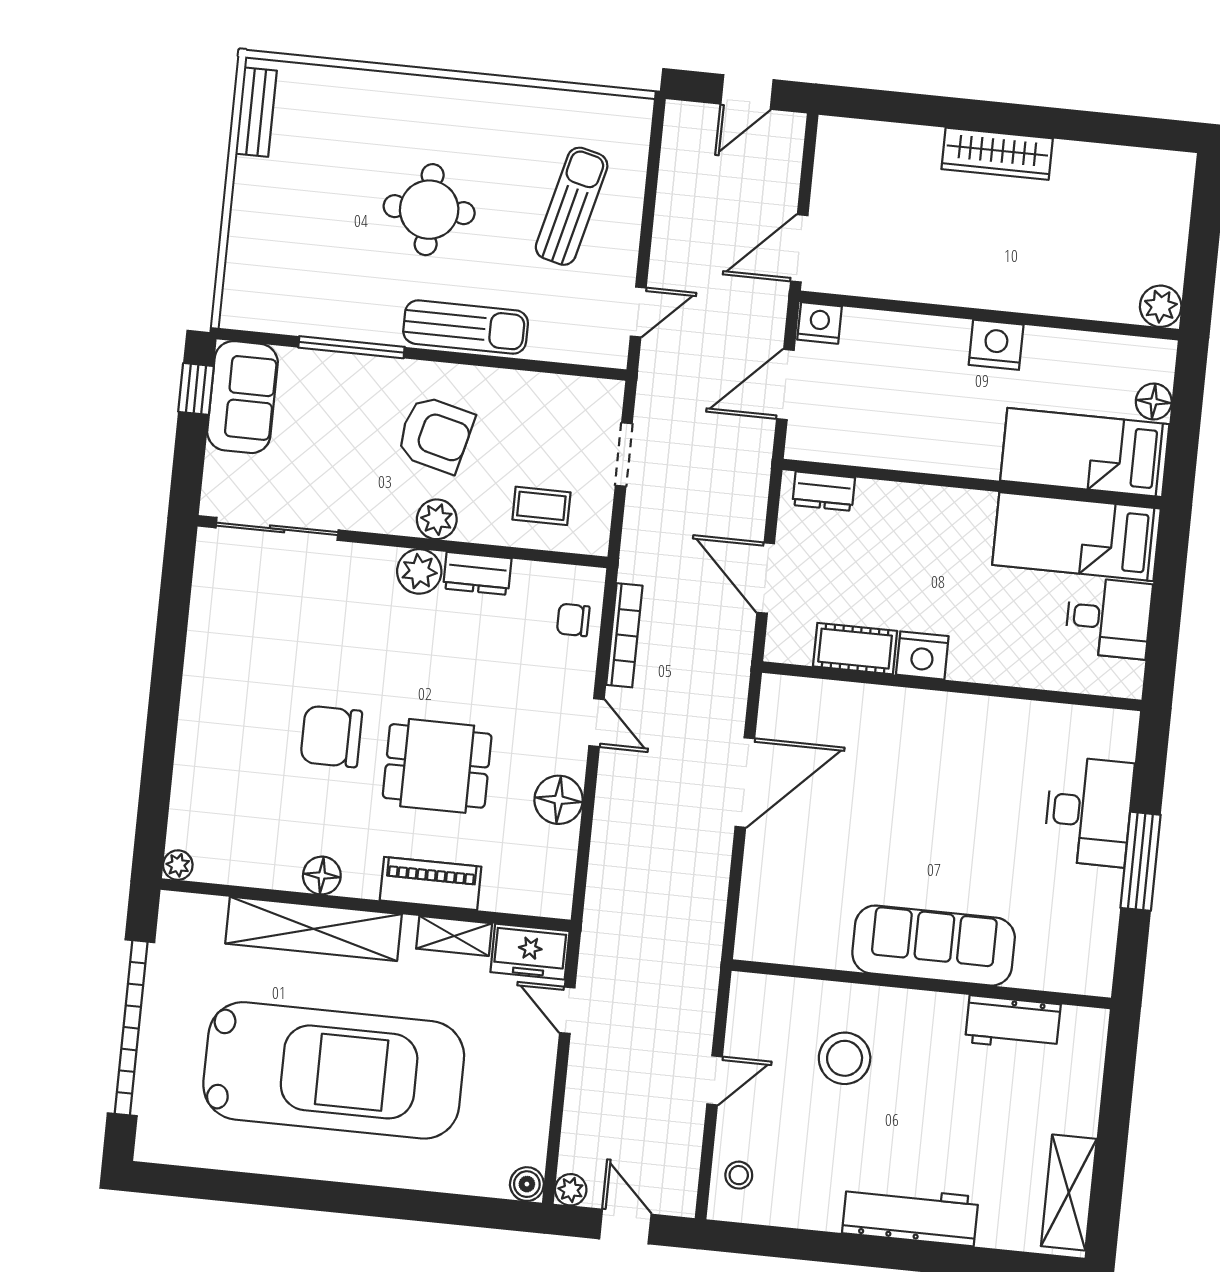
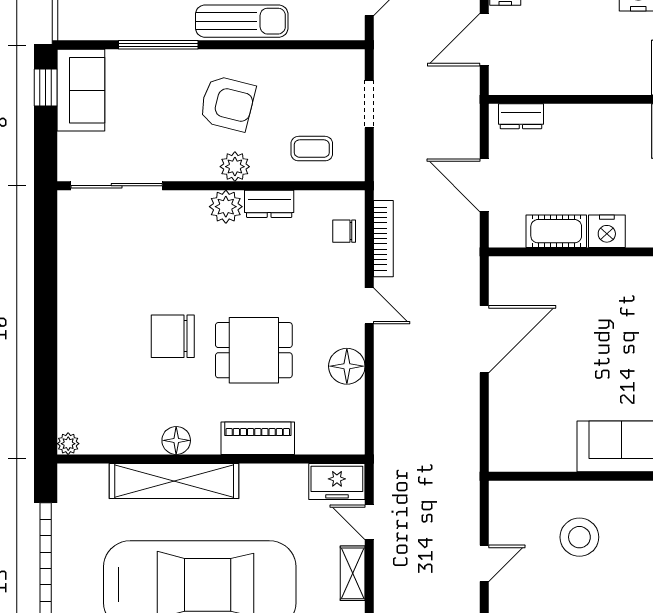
shelving: (454, 936) -> (353, 573), moved, turned 90

